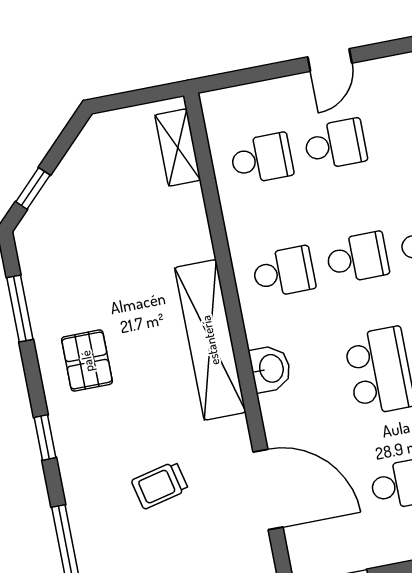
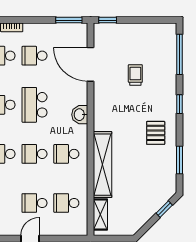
shelving: (210, 340) -> (103, 165), moved
trolley: (160, 485) -> (135, 75), turned -77

